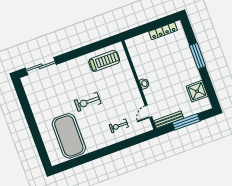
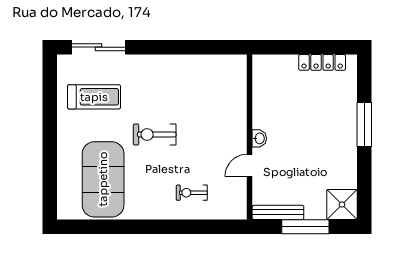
treadmill: (104, 61) -> (94, 97), moved
shower: (197, 91) -> (342, 204), moved
door: (148, 111) -> (250, 165), moved

